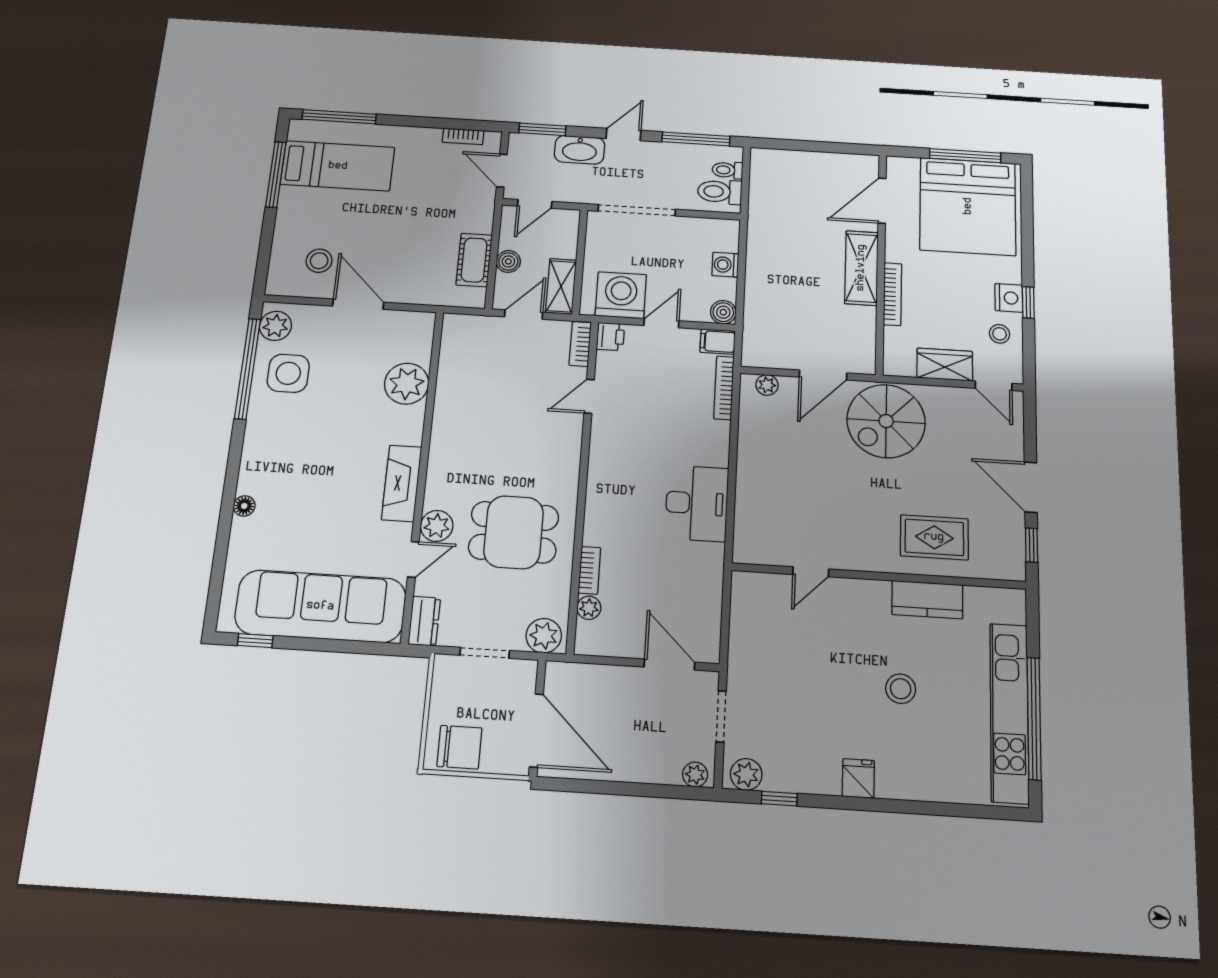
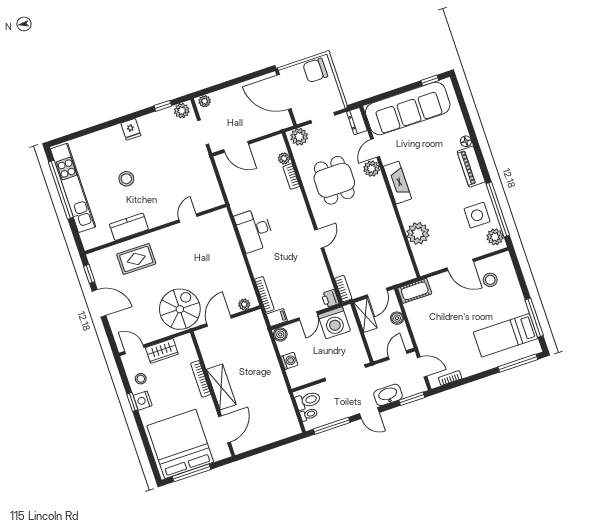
door: (624, 134) -> (369, 413), hinge flipped
cot: (474, 260) -> (415, 291), moved, turned 90
door: (589, 396) -> (319, 239), moved
piano: (257, 459) -> (471, 167), added
dining table: (514, 532) -> (334, 180), turned 90

